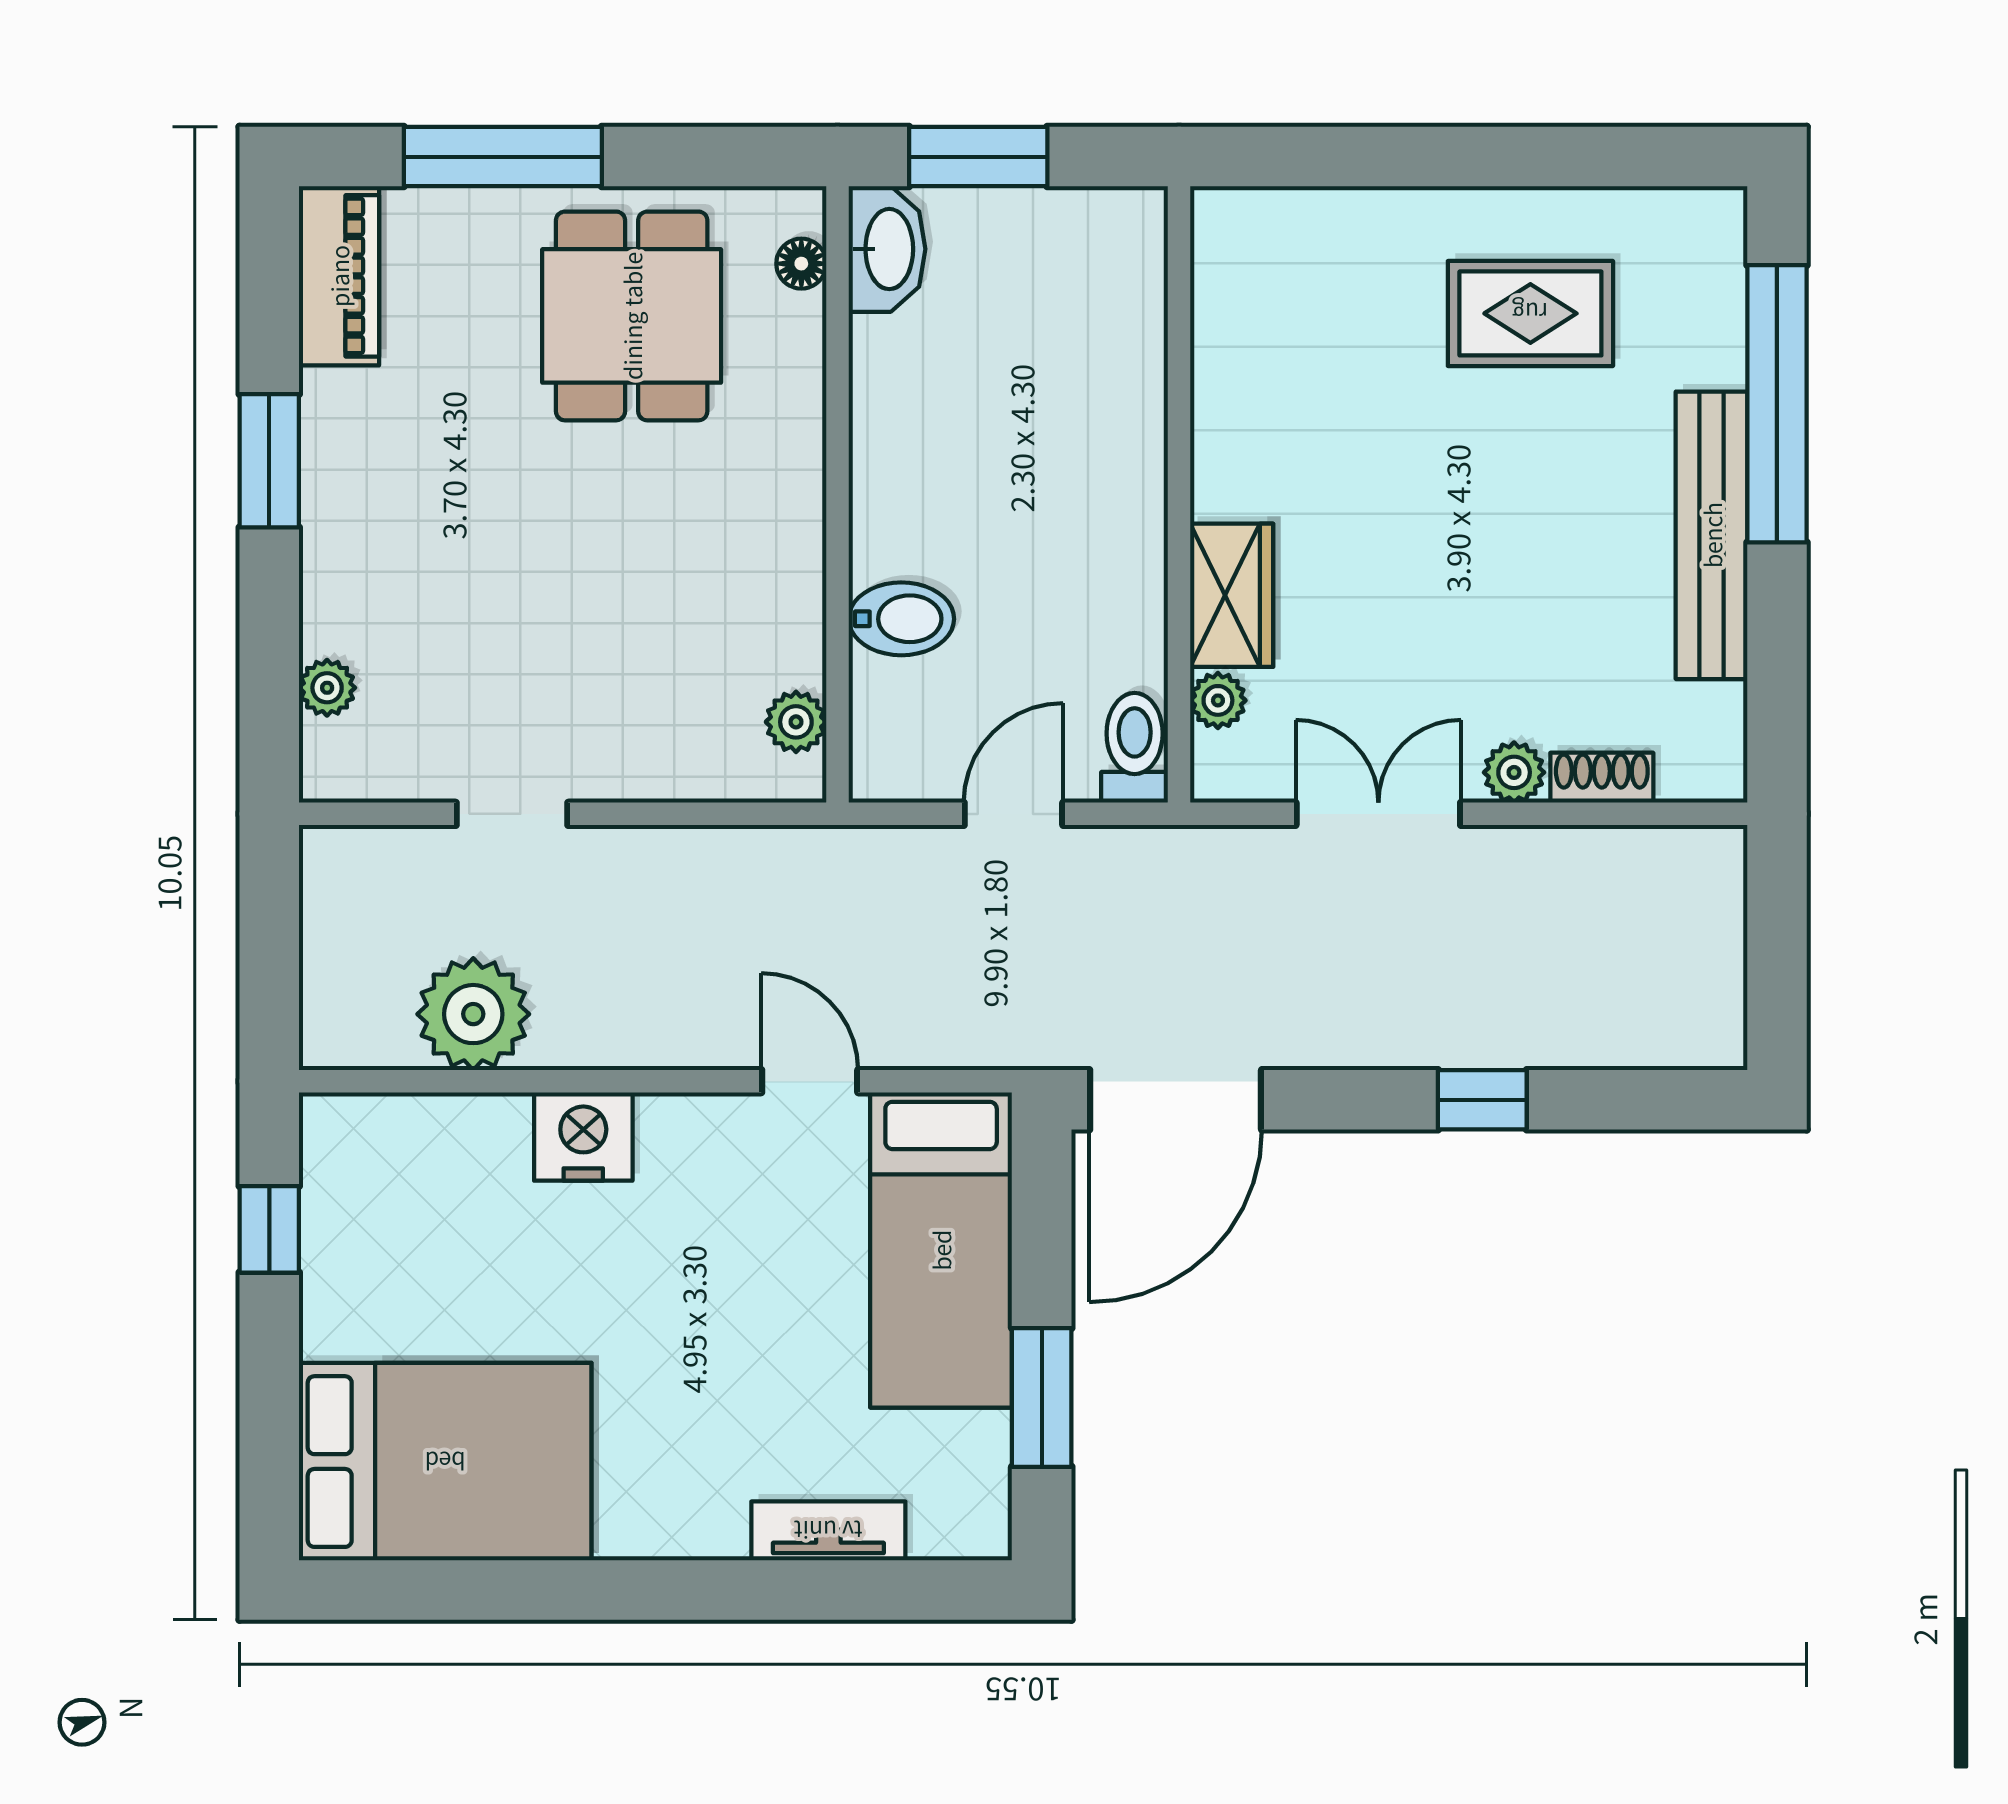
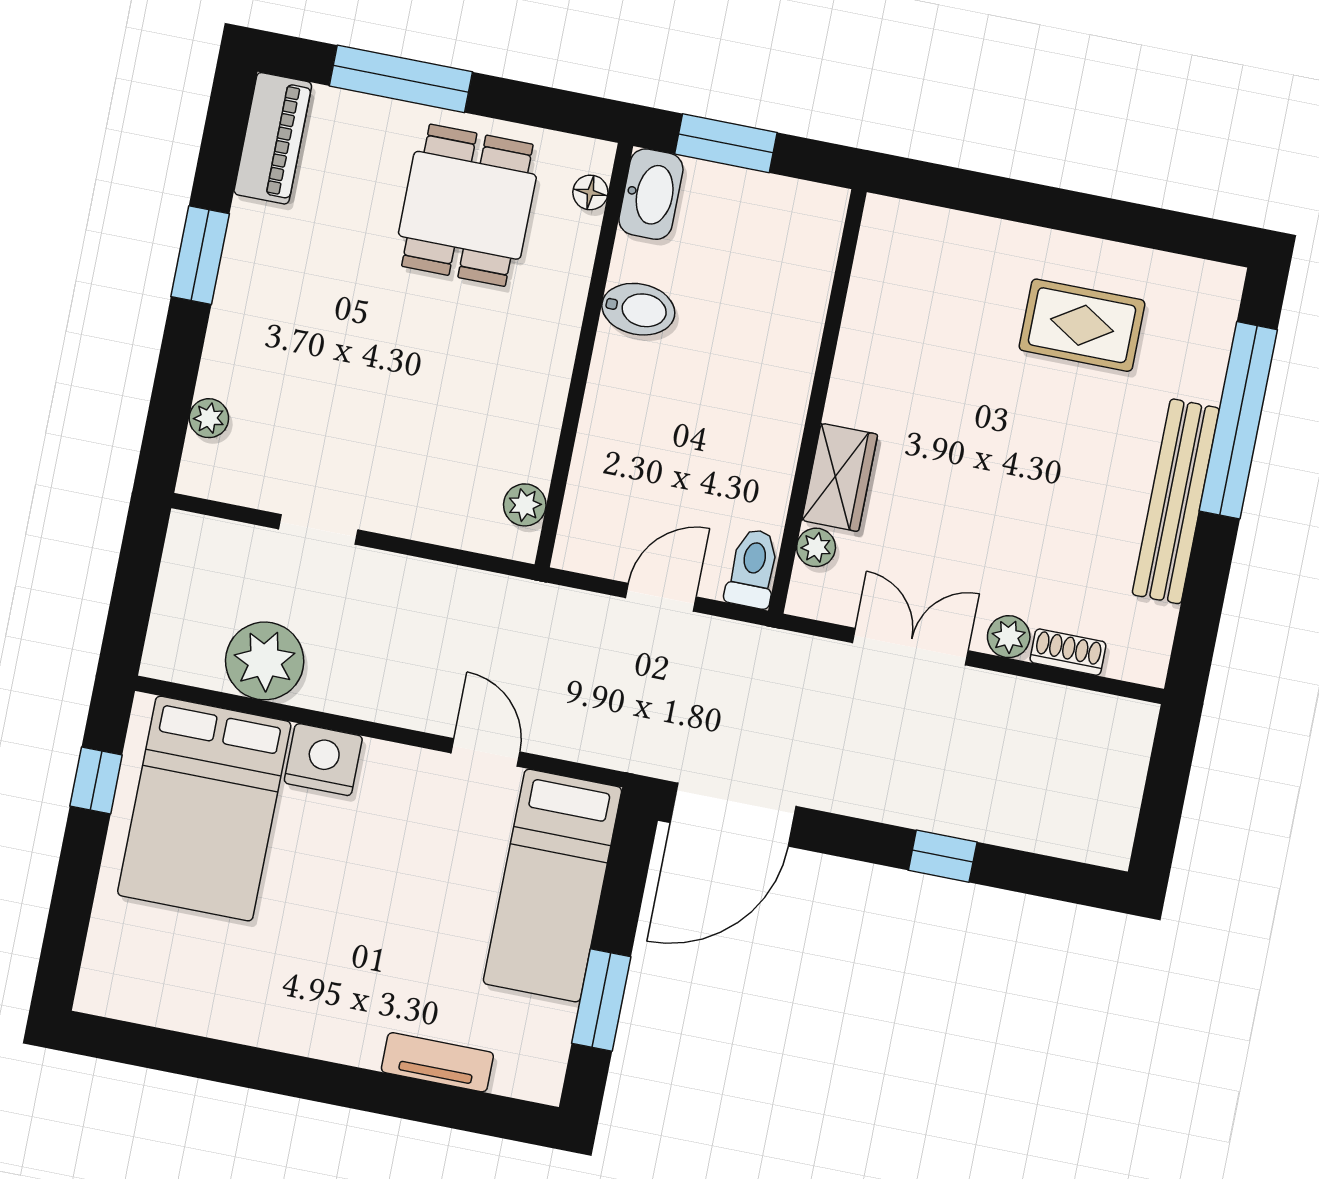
bidet: (901, 619) -> (638, 309), moved
bed: (445, 1462) -> (204, 809), moved, turned 90

